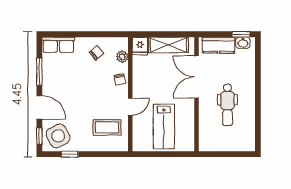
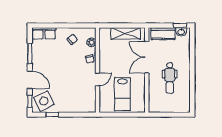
fridge: (140, 46) -> (105, 34), removed
coffee table: (107, 127) -> (80, 95), removed

